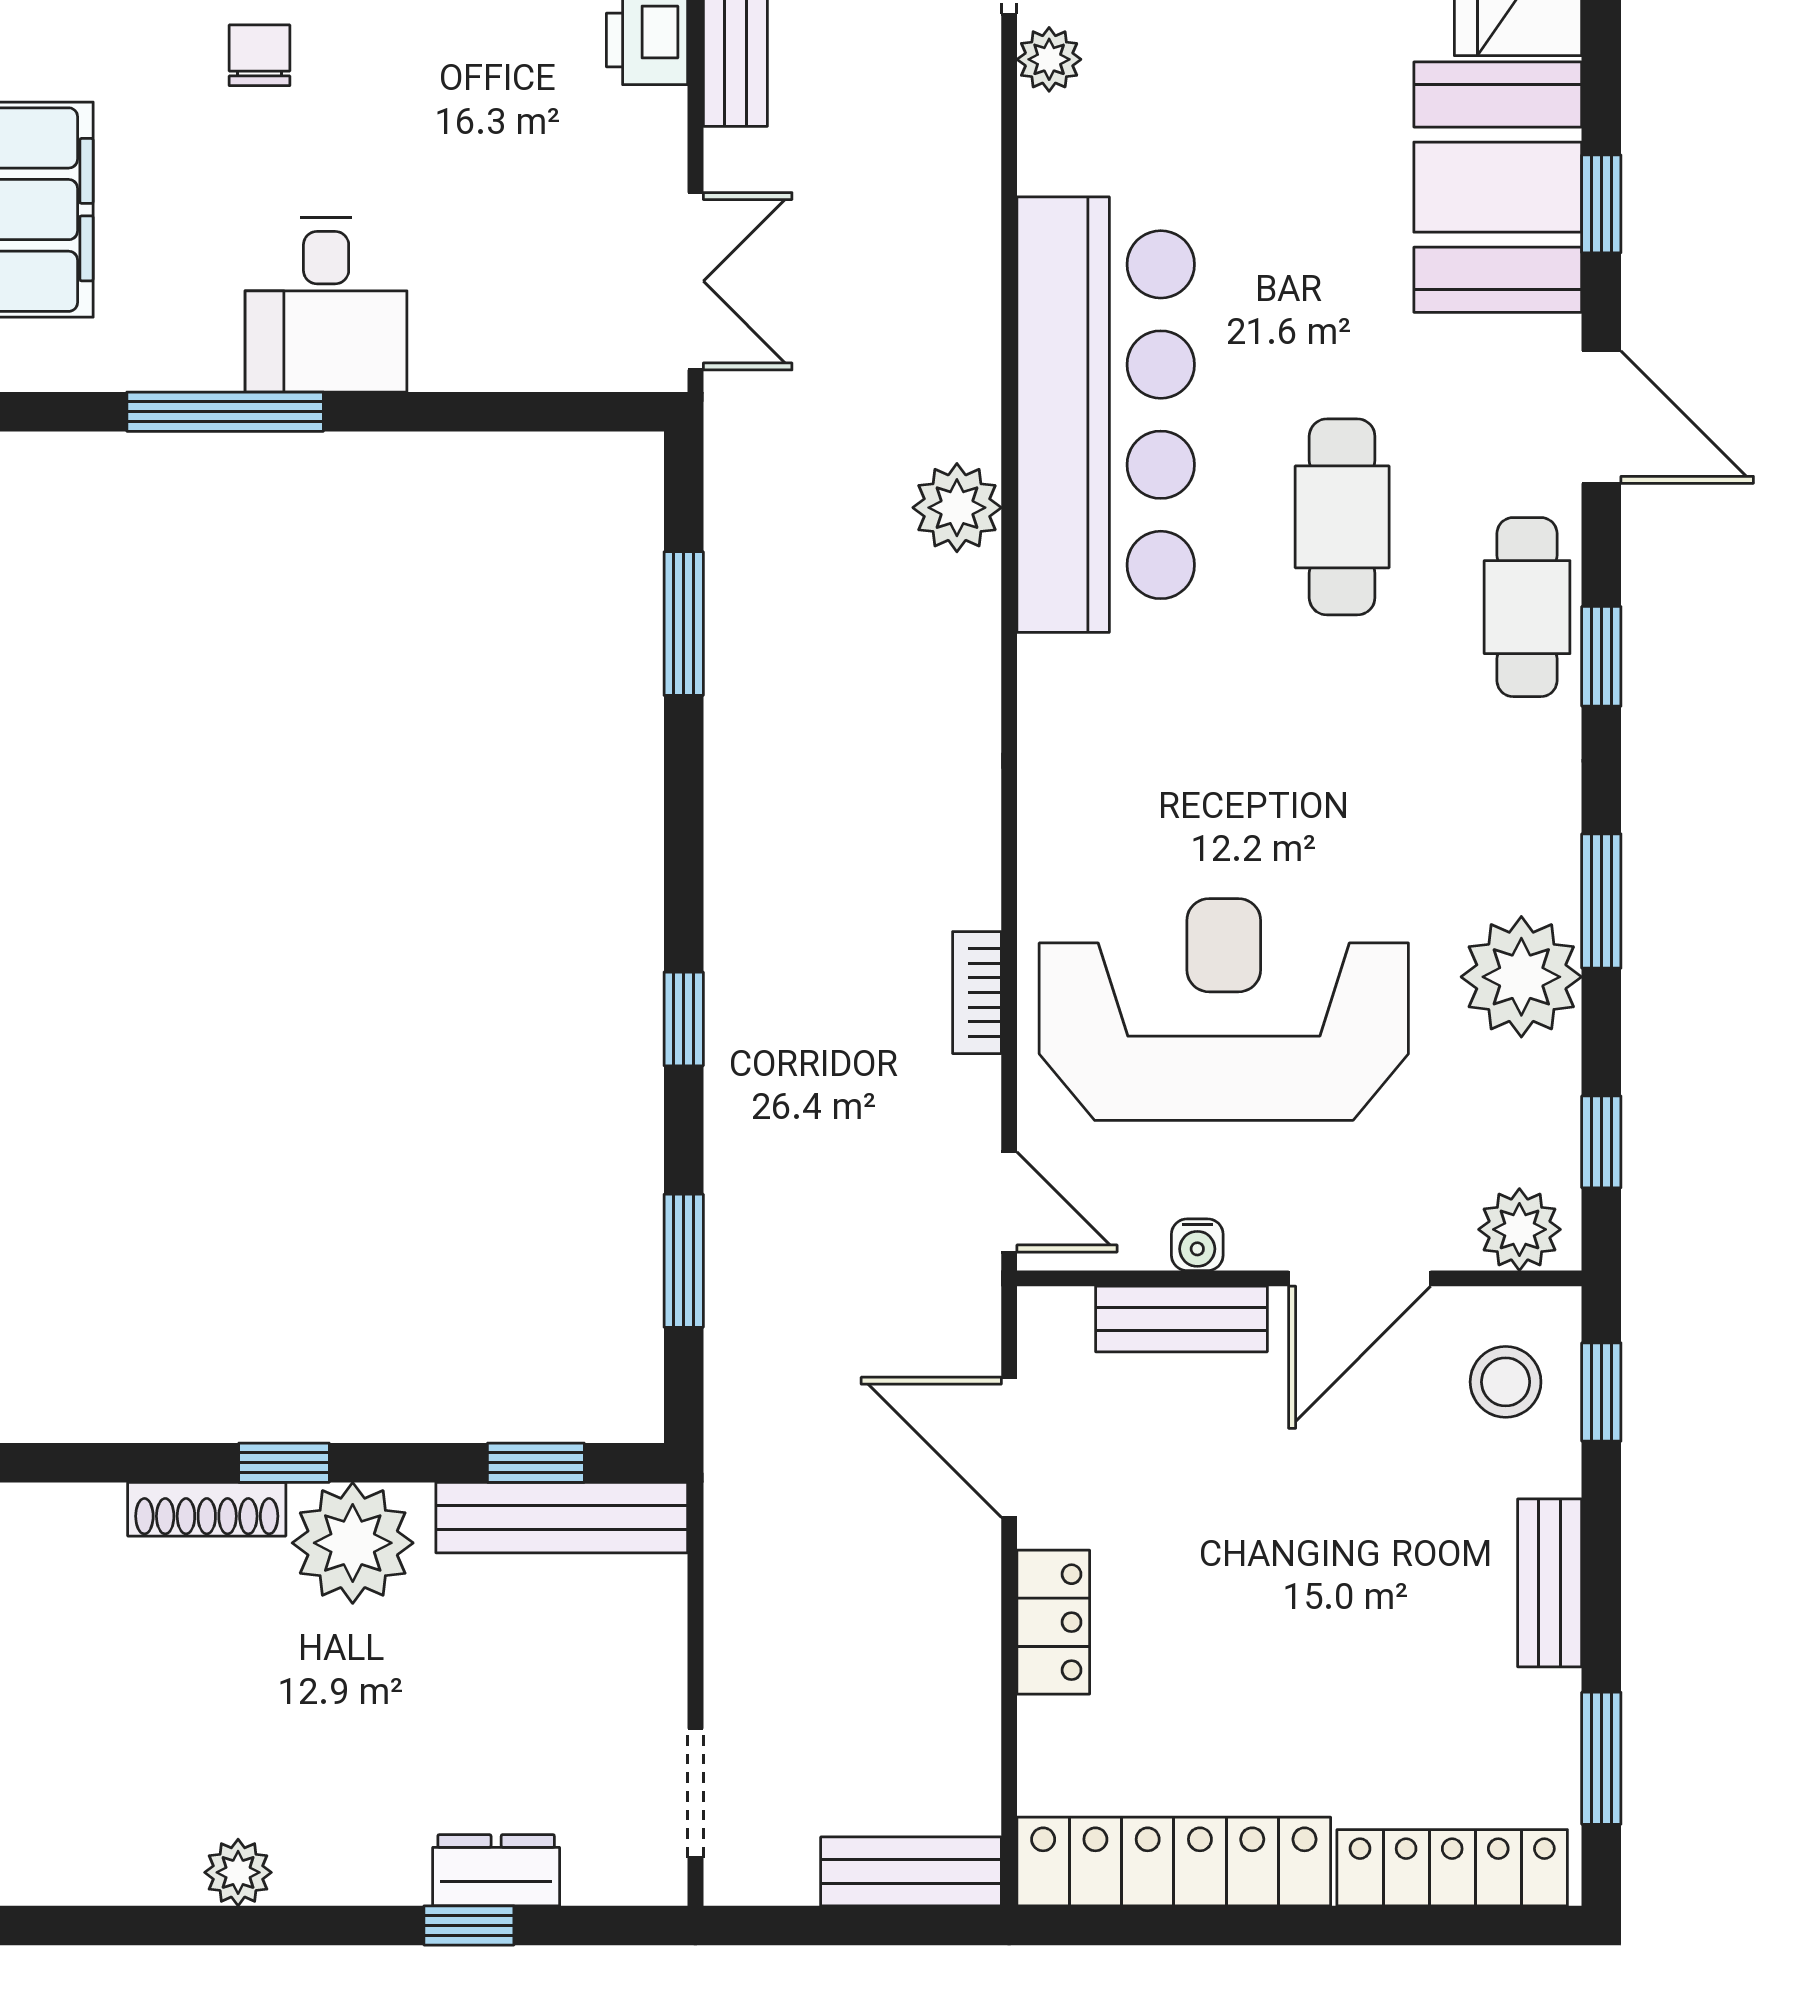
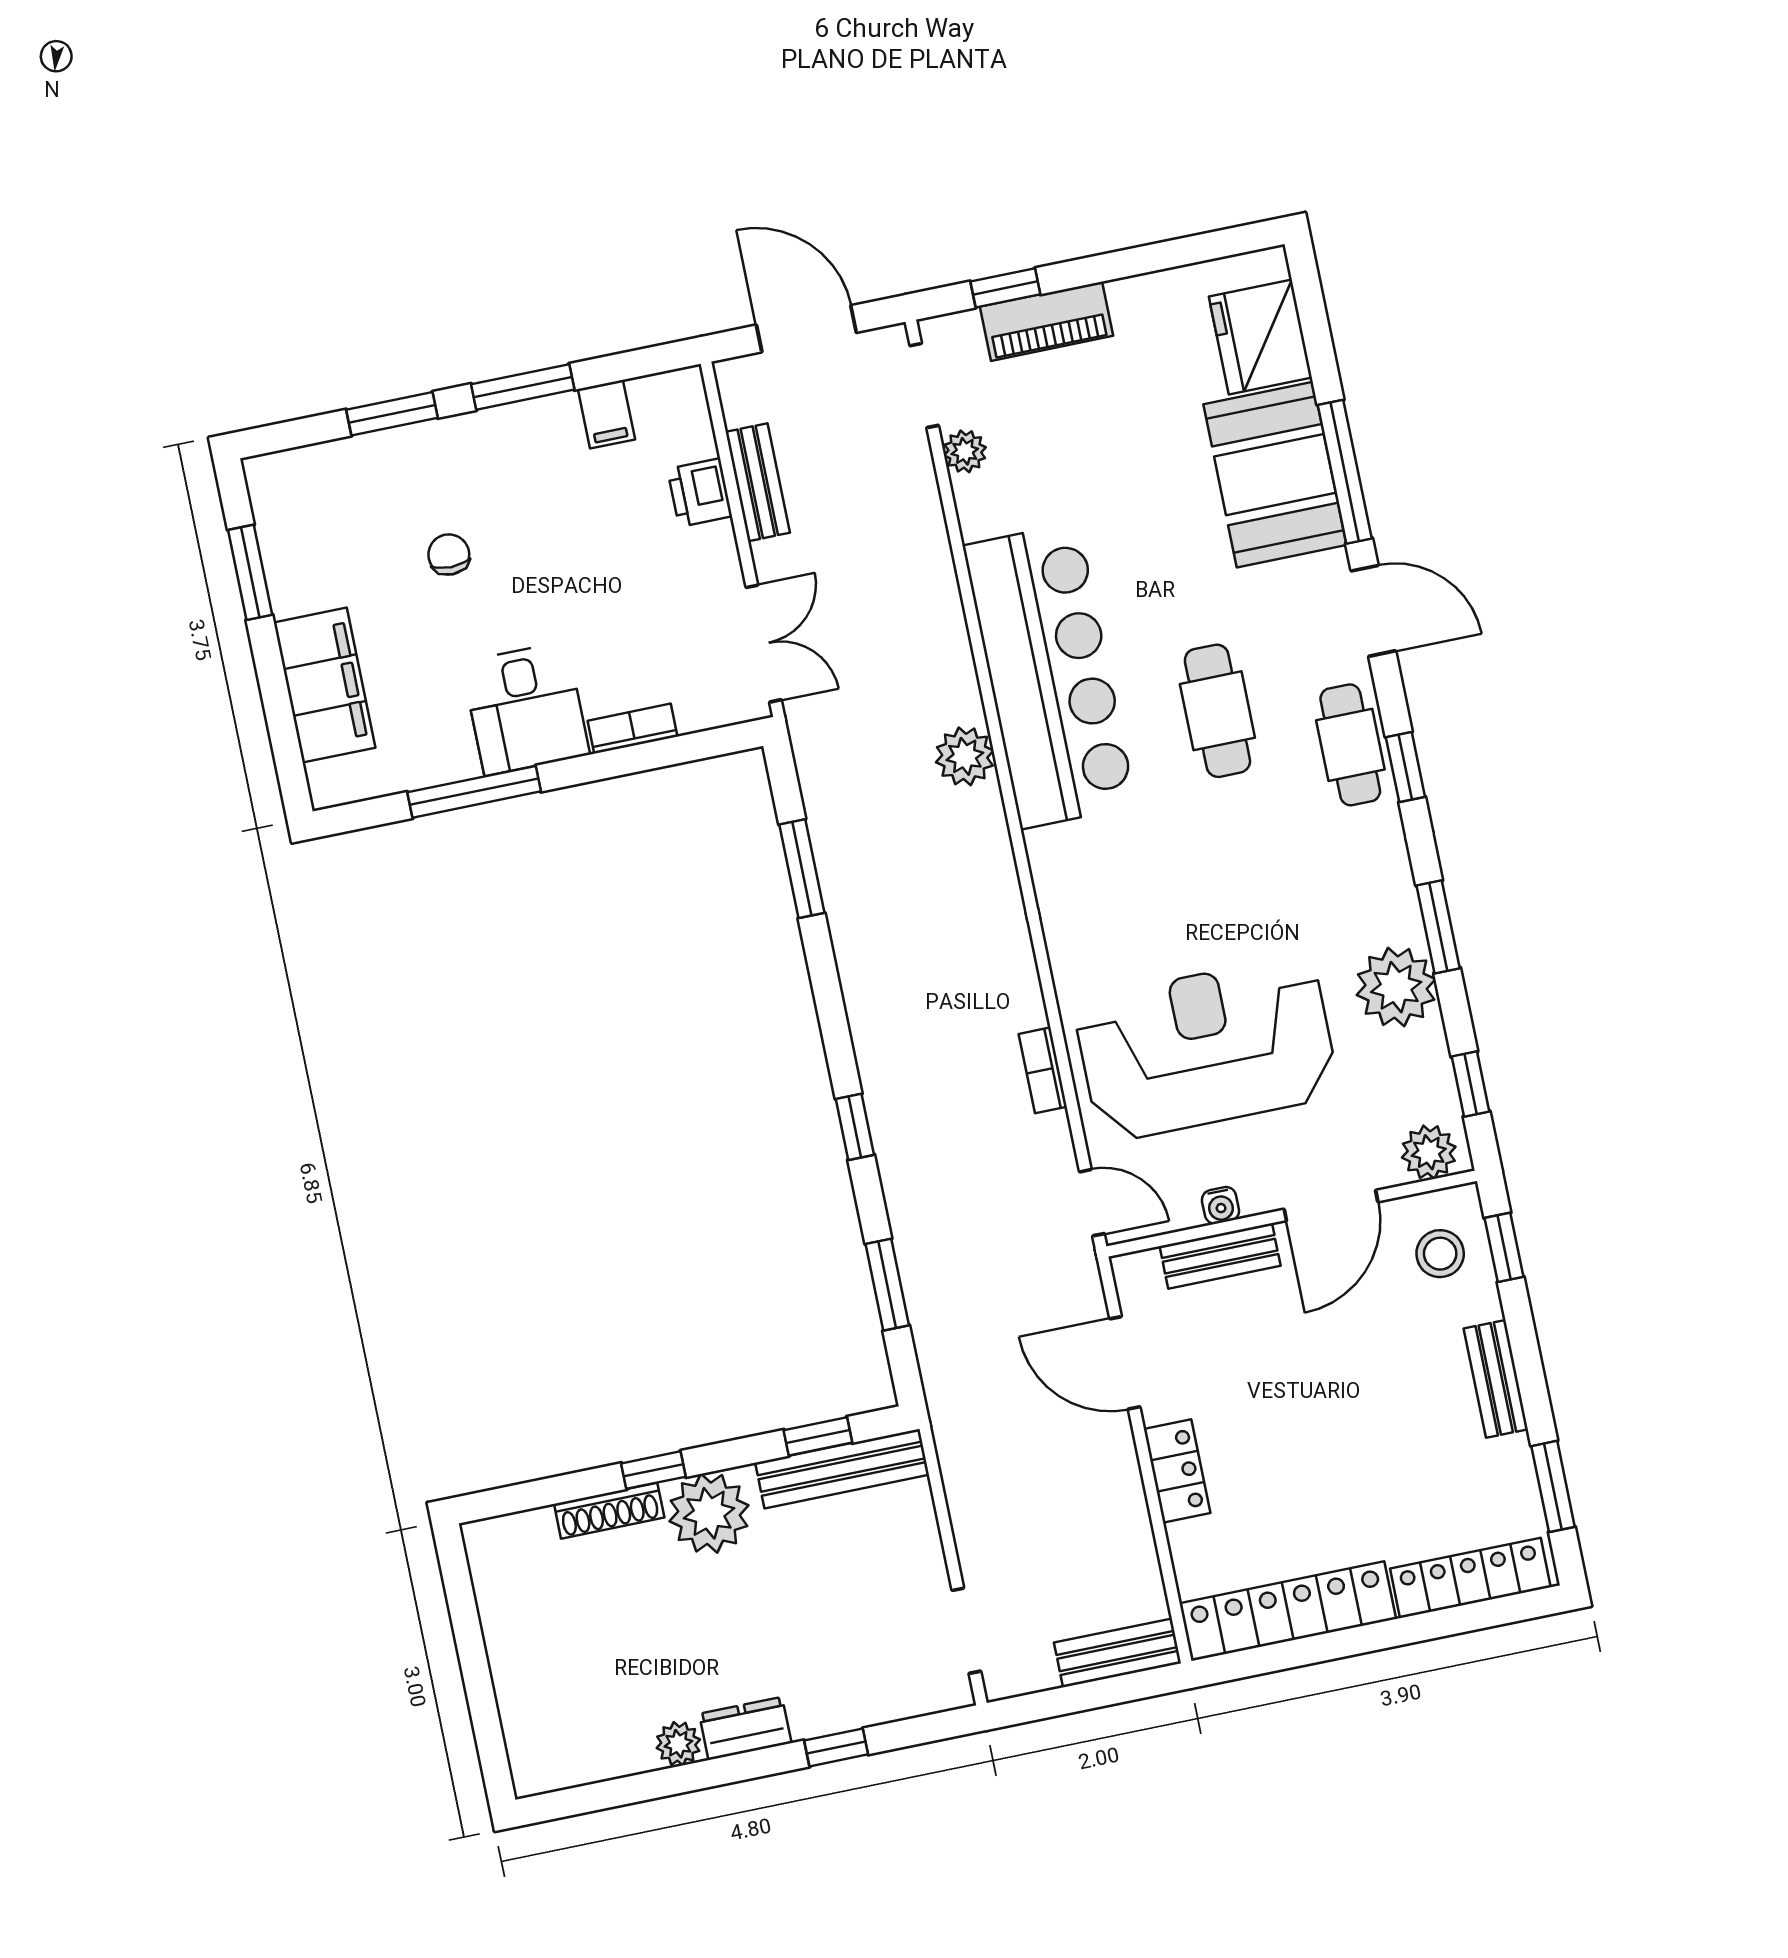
window: (1601, 204) -> (1345, 472), width x2.17
bookcase: (477, 367) -> (632, 729), added
dresser: (496, 1870) -> (745, 1728), moved

